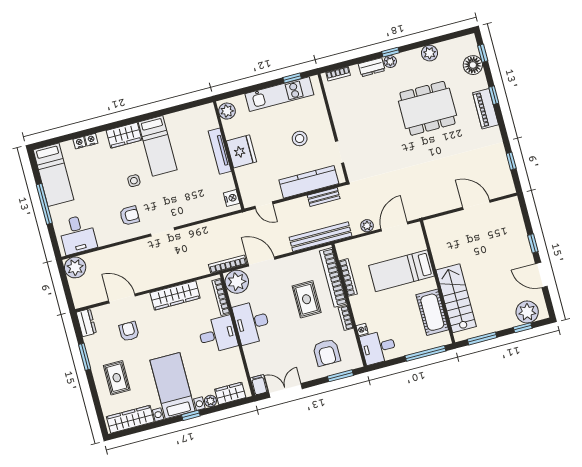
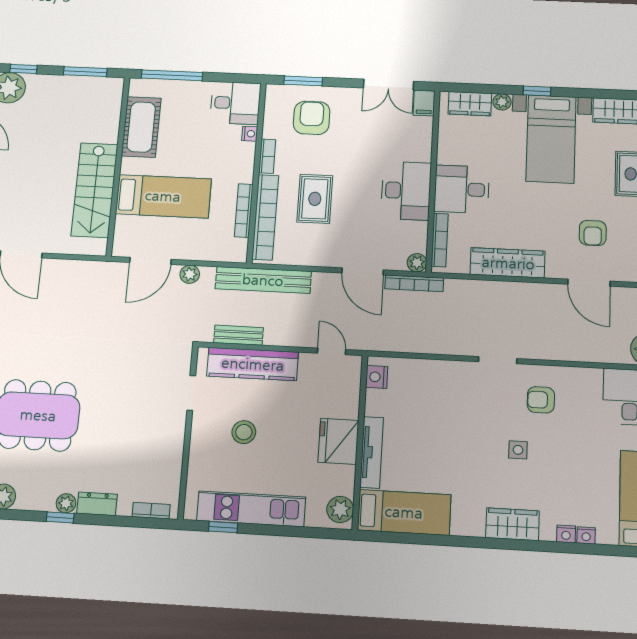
bed: (158, 146) -> (404, 512), moved, turned 90
plant: (237, 282) -> (417, 263), width x0.53, depth x0.53
stairs: (456, 298) -> (95, 190), moved

